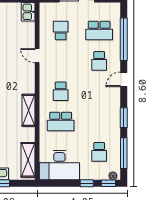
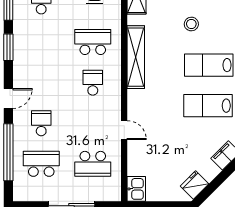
school desk: (61, 31) -> (93, 164), width x1.85
shelving: (29, 110) -> (136, 57), width x1.47

